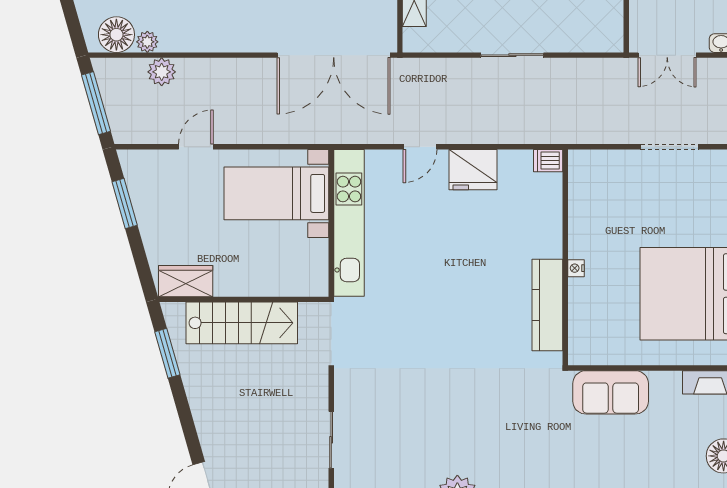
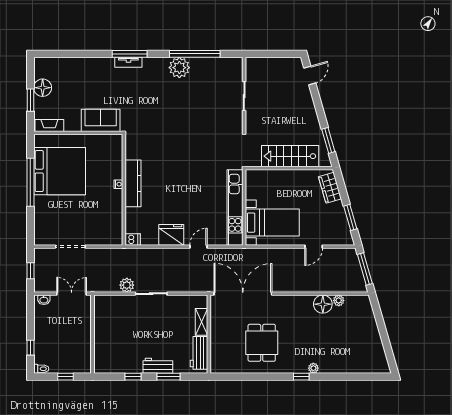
floor lamp: (116, 35) -> (323, 304), moved
plant: (162, 72) -> (127, 285), moved
wardrobe: (186, 281) -> (330, 188), moved, turned 74
kitchen counter: (547, 305) -> (133, 183), moved

